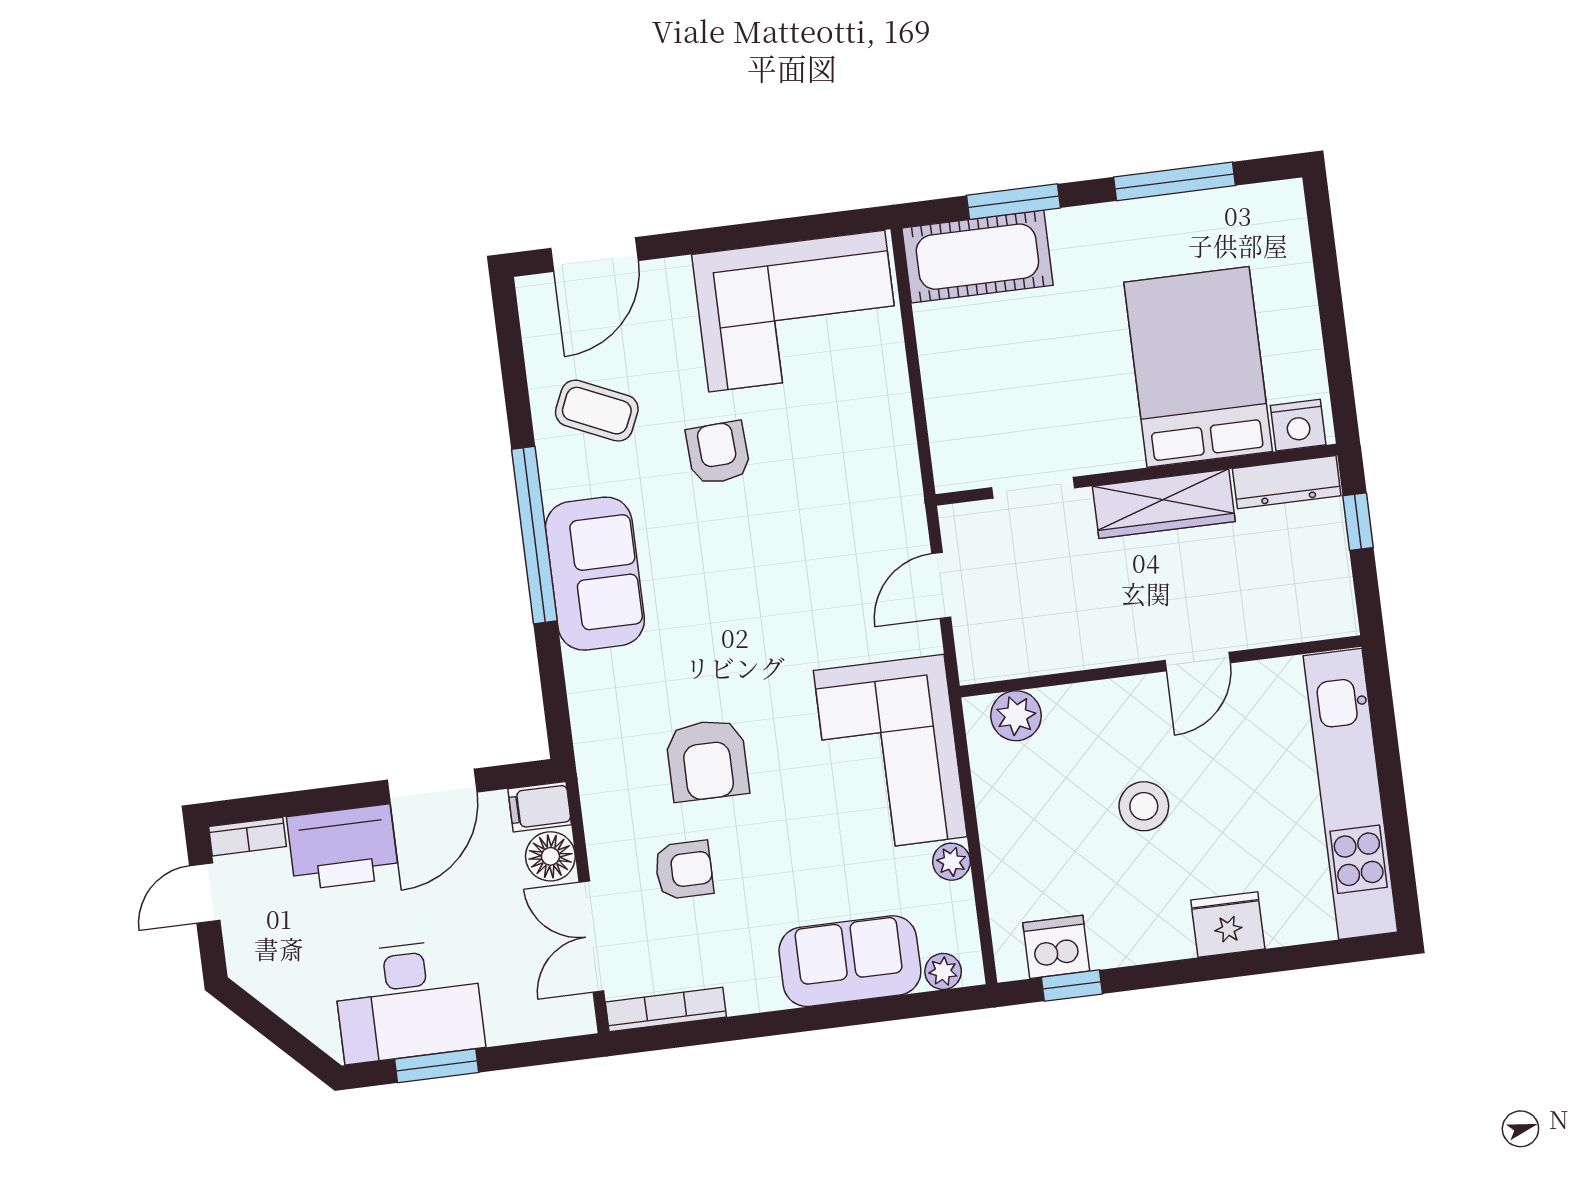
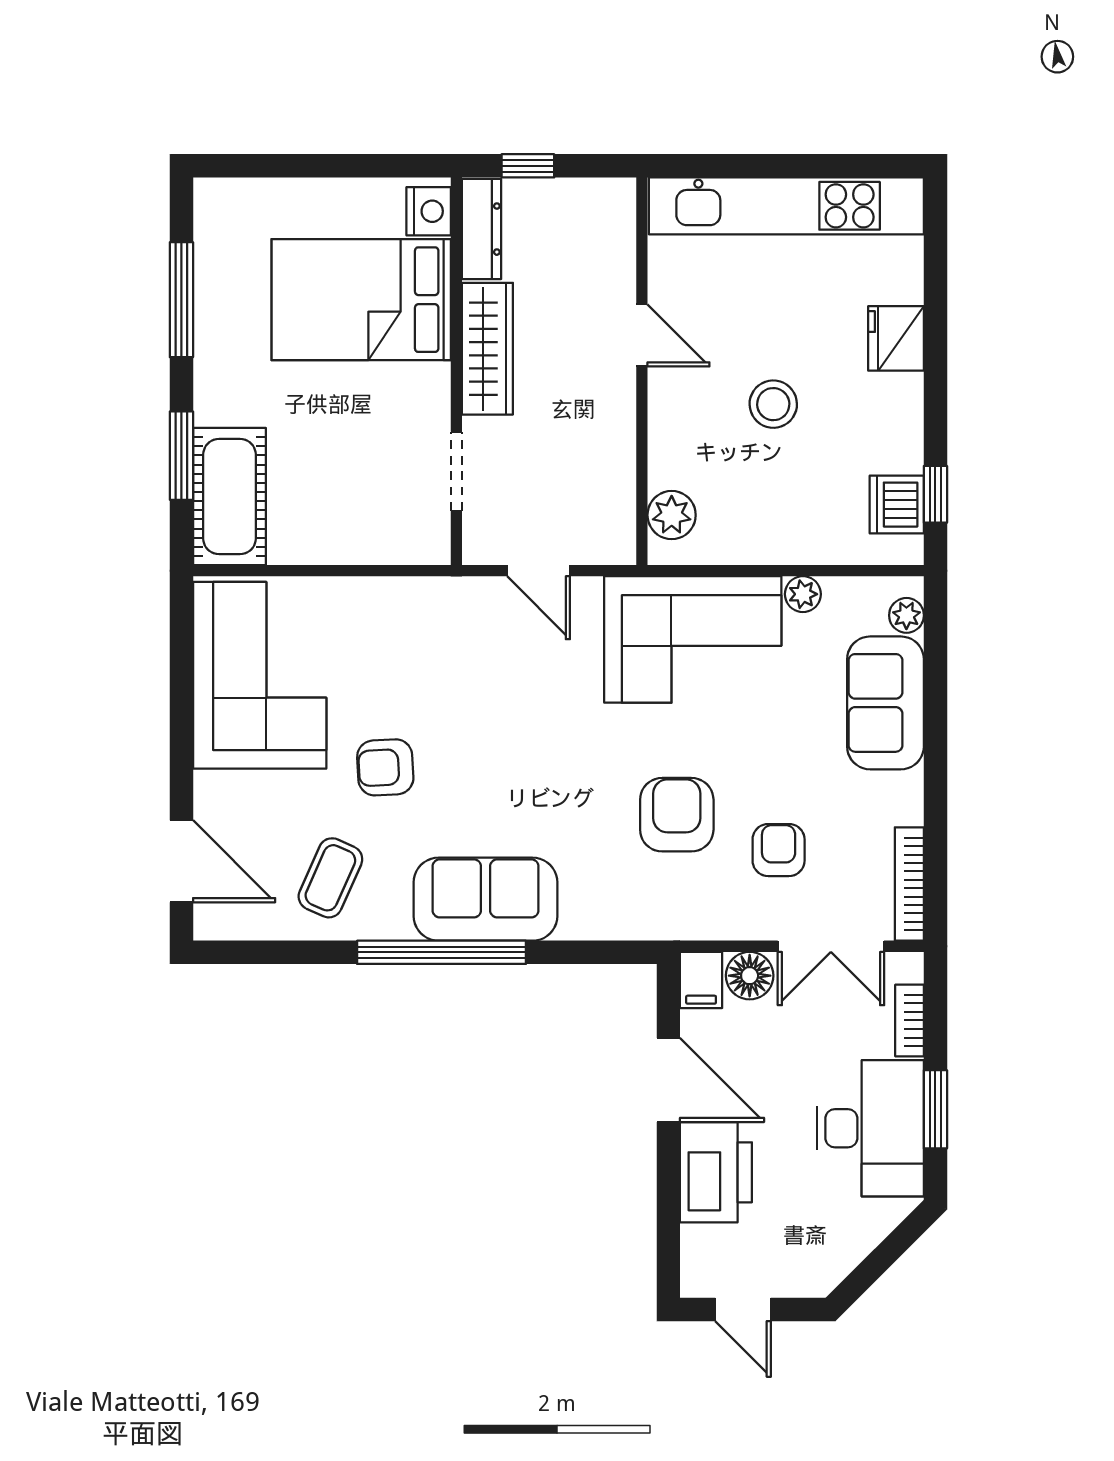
armchair: (707, 760) -> (677, 815), turned -90
bookcase: (247, 837) -> (910, 1020), moved, turned 180

